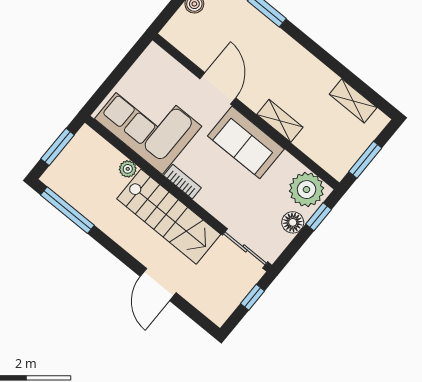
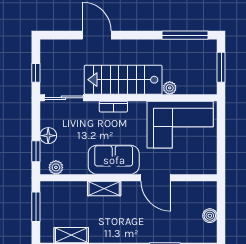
bookcase: (182, 182) -> (113, 107), moved
plant: (307, 190) -> (56, 167), width x0.53, depth x0.53

